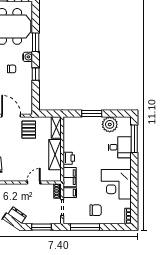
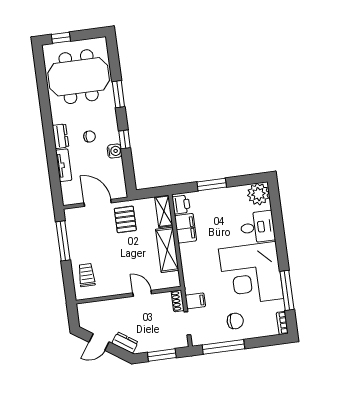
water cooler: (28, 57) -> (115, 151), moved
plant: (110, 124) -> (258, 194), moved
window: (134, 139) -> (287, 290), moved
printer: (69, 158) -> (181, 205), moved
filing cabinet: (70, 177) -> (186, 228), moved
door: (34, 182) -> (142, 293), hinge flipped
corner desk: (116, 184) -> (251, 274), width x1.36, depth x1.36

